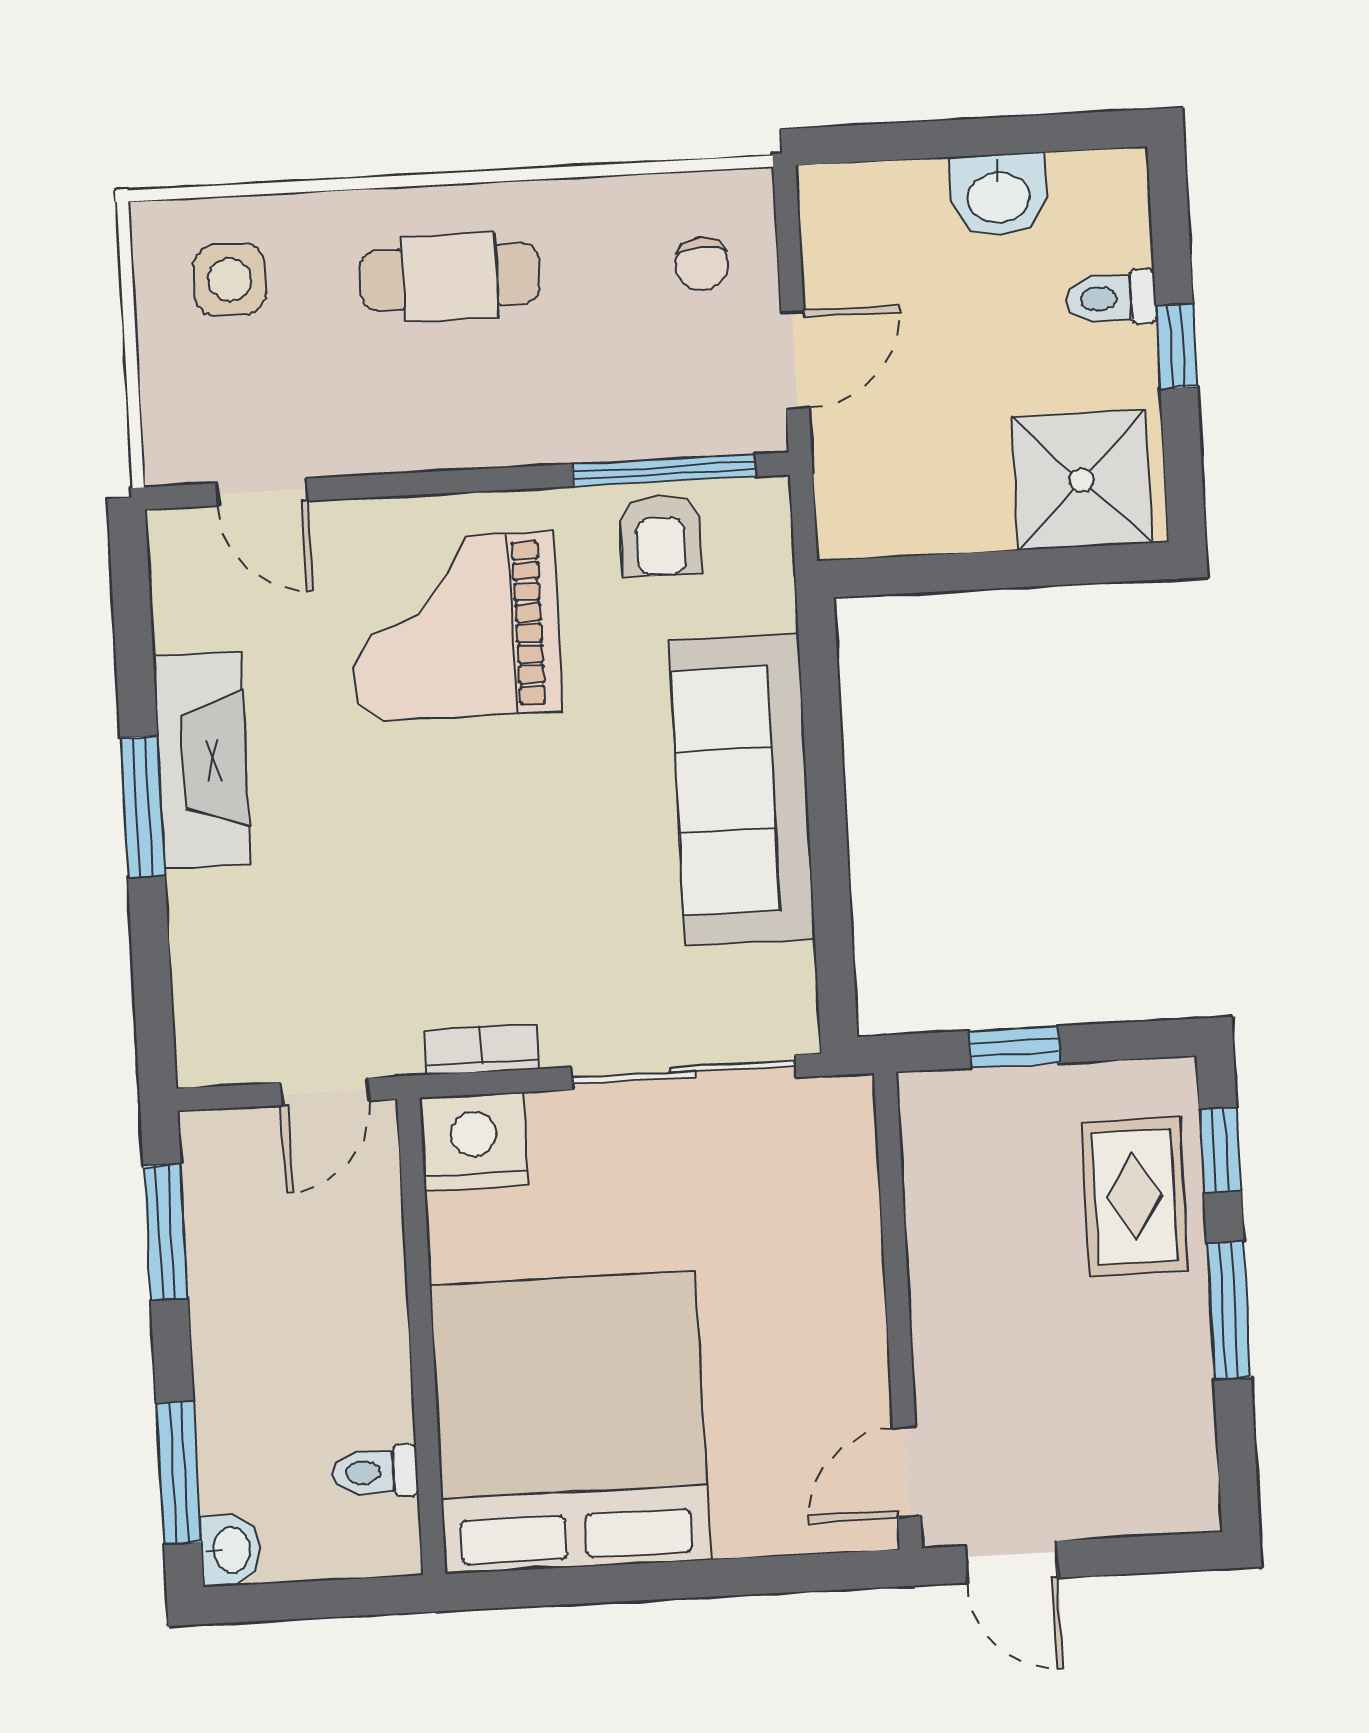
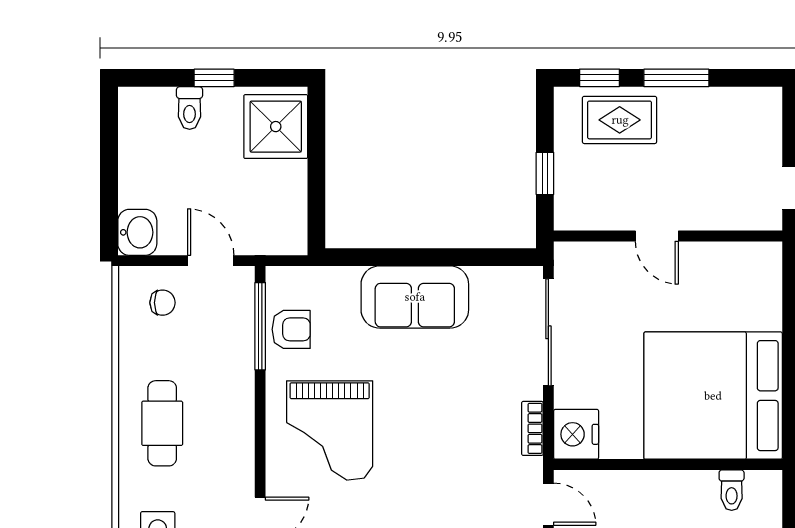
washbasin: (998, 195) -> (137, 232), moved
sofa: (742, 790) -> (415, 297), width x0.73
door: (907, 1472) -> (657, 236), moved

